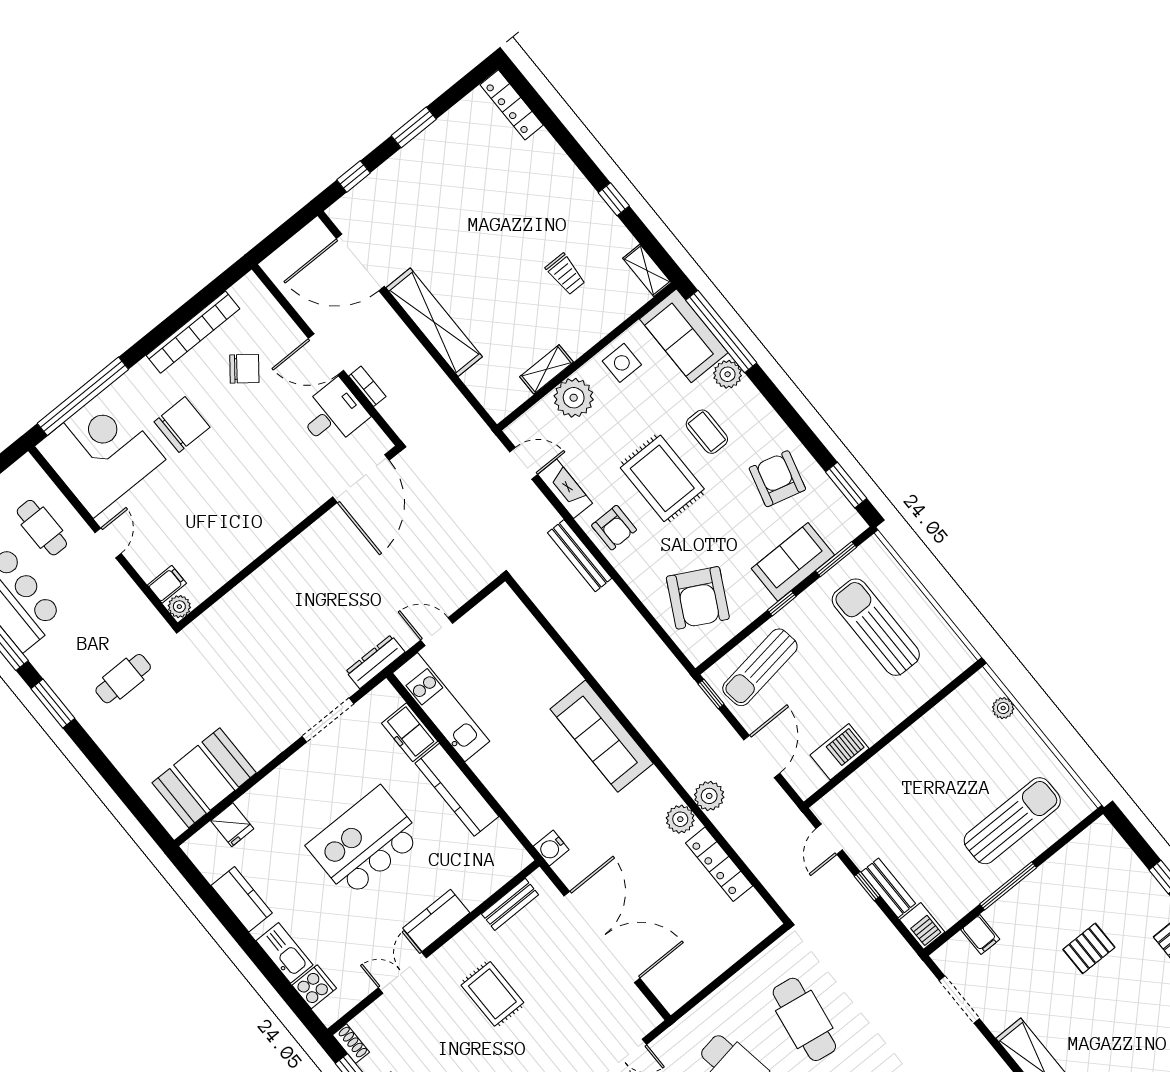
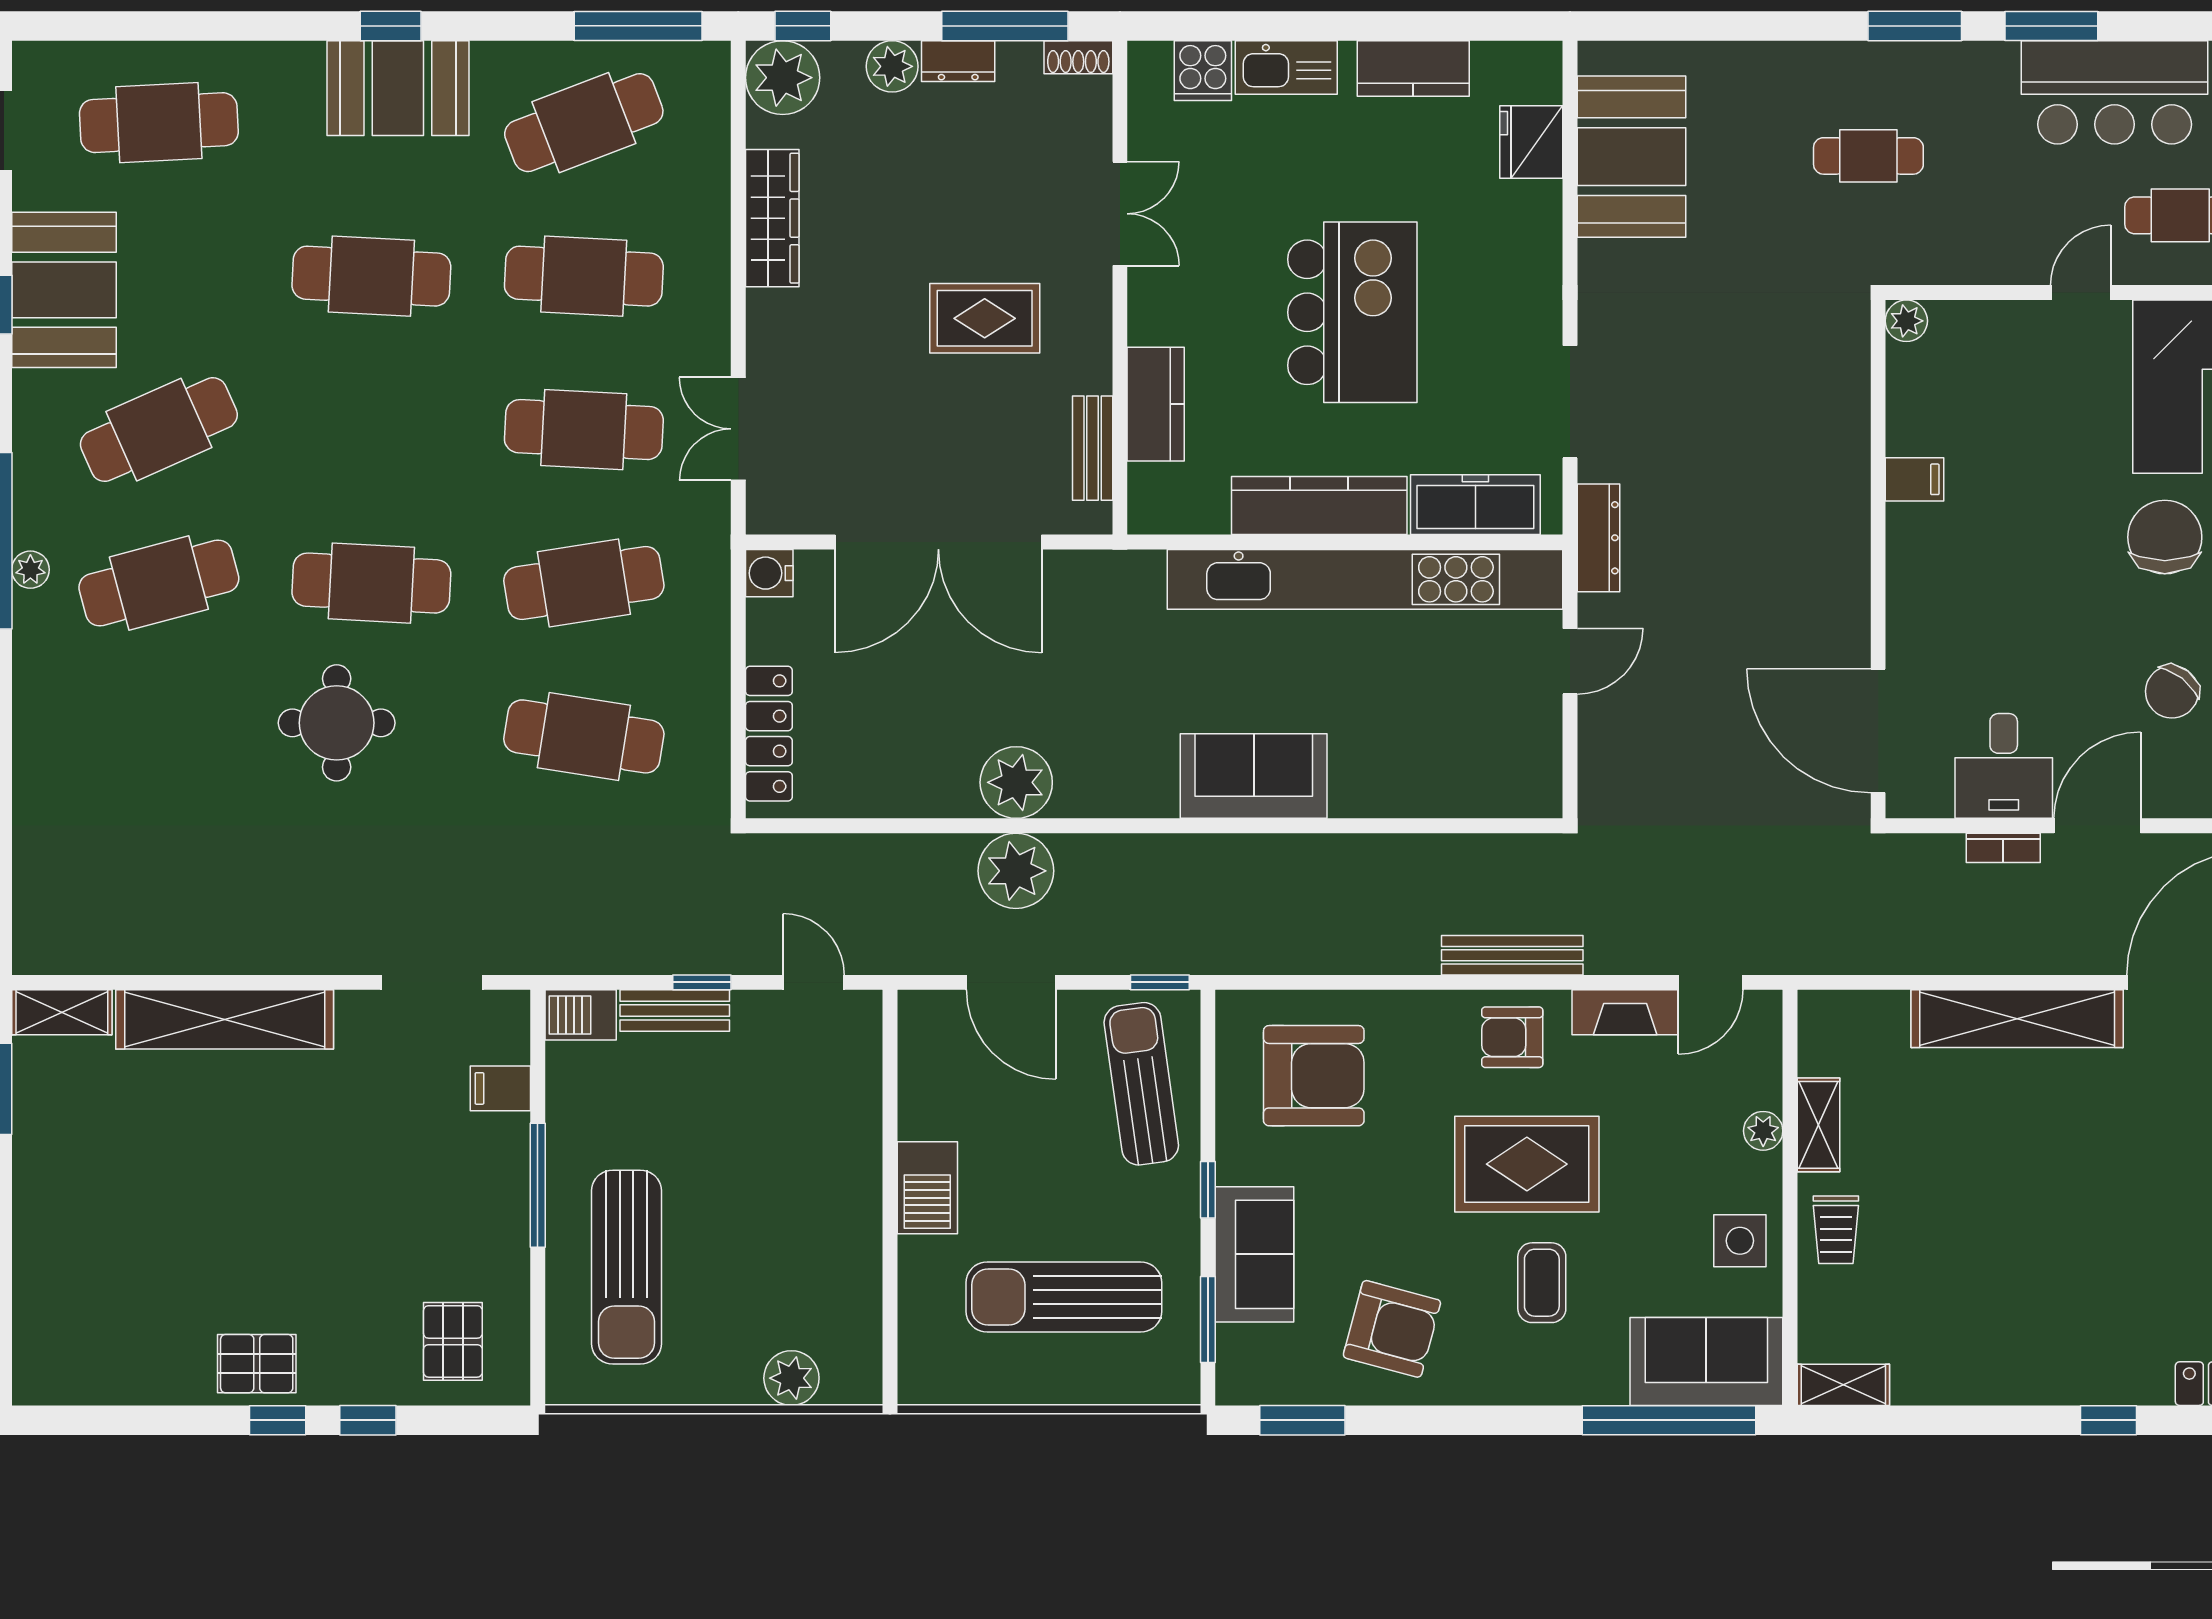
window: (614, 199) -> (2109, 1420), moved
trolley: (565, 274) -> (1836, 1230), moved, turned -90
plant: (728, 374) -> (1600, 1379), removed
plant: (574, 398) -> (1763, 1131), width x0.53, depth x0.53
chair: (182, 424) -> (2165, 537), turned 180
coffee table: (707, 432) -> (1542, 1283), turned 90
door: (108, 543) -> (2081, 293), swing flipped
filing cabinet: (167, 584) -> (1915, 479), moved, turned -90
armchair: (698, 598) -> (1314, 1076), turned 152
sun lounger: (876, 627) -> (1064, 1297), turned 180
cafe table: (123, 679) -> (1868, 156), turned 90
kitchen unit: (441, 707) -> (1365, 579), width x1.86
plant: (1003, 708) -> (791, 1378), width x1.38, depth x1.38
freezer: (410, 732) -> (1475, 505), width x1.40
sofa: (602, 736) -> (1254, 776), width x0.73
barbecue: (839, 752) -> (927, 1188), moved
plant: (709, 796) -> (1016, 871), width x1.36, depth x1.36
plant: (680, 819) -> (1016, 782), width x1.36, depth x1.36
fridge: (232, 825) -> (1531, 142), width x1.38
water cooler: (551, 848) -> (769, 573), moved, turned -90
locker: (719, 864) -> (769, 734), moved, turned 90
kitchen counter: (436, 920) -> (1156, 404), moved
pallet: (1089, 948) -> (453, 1341), moved

